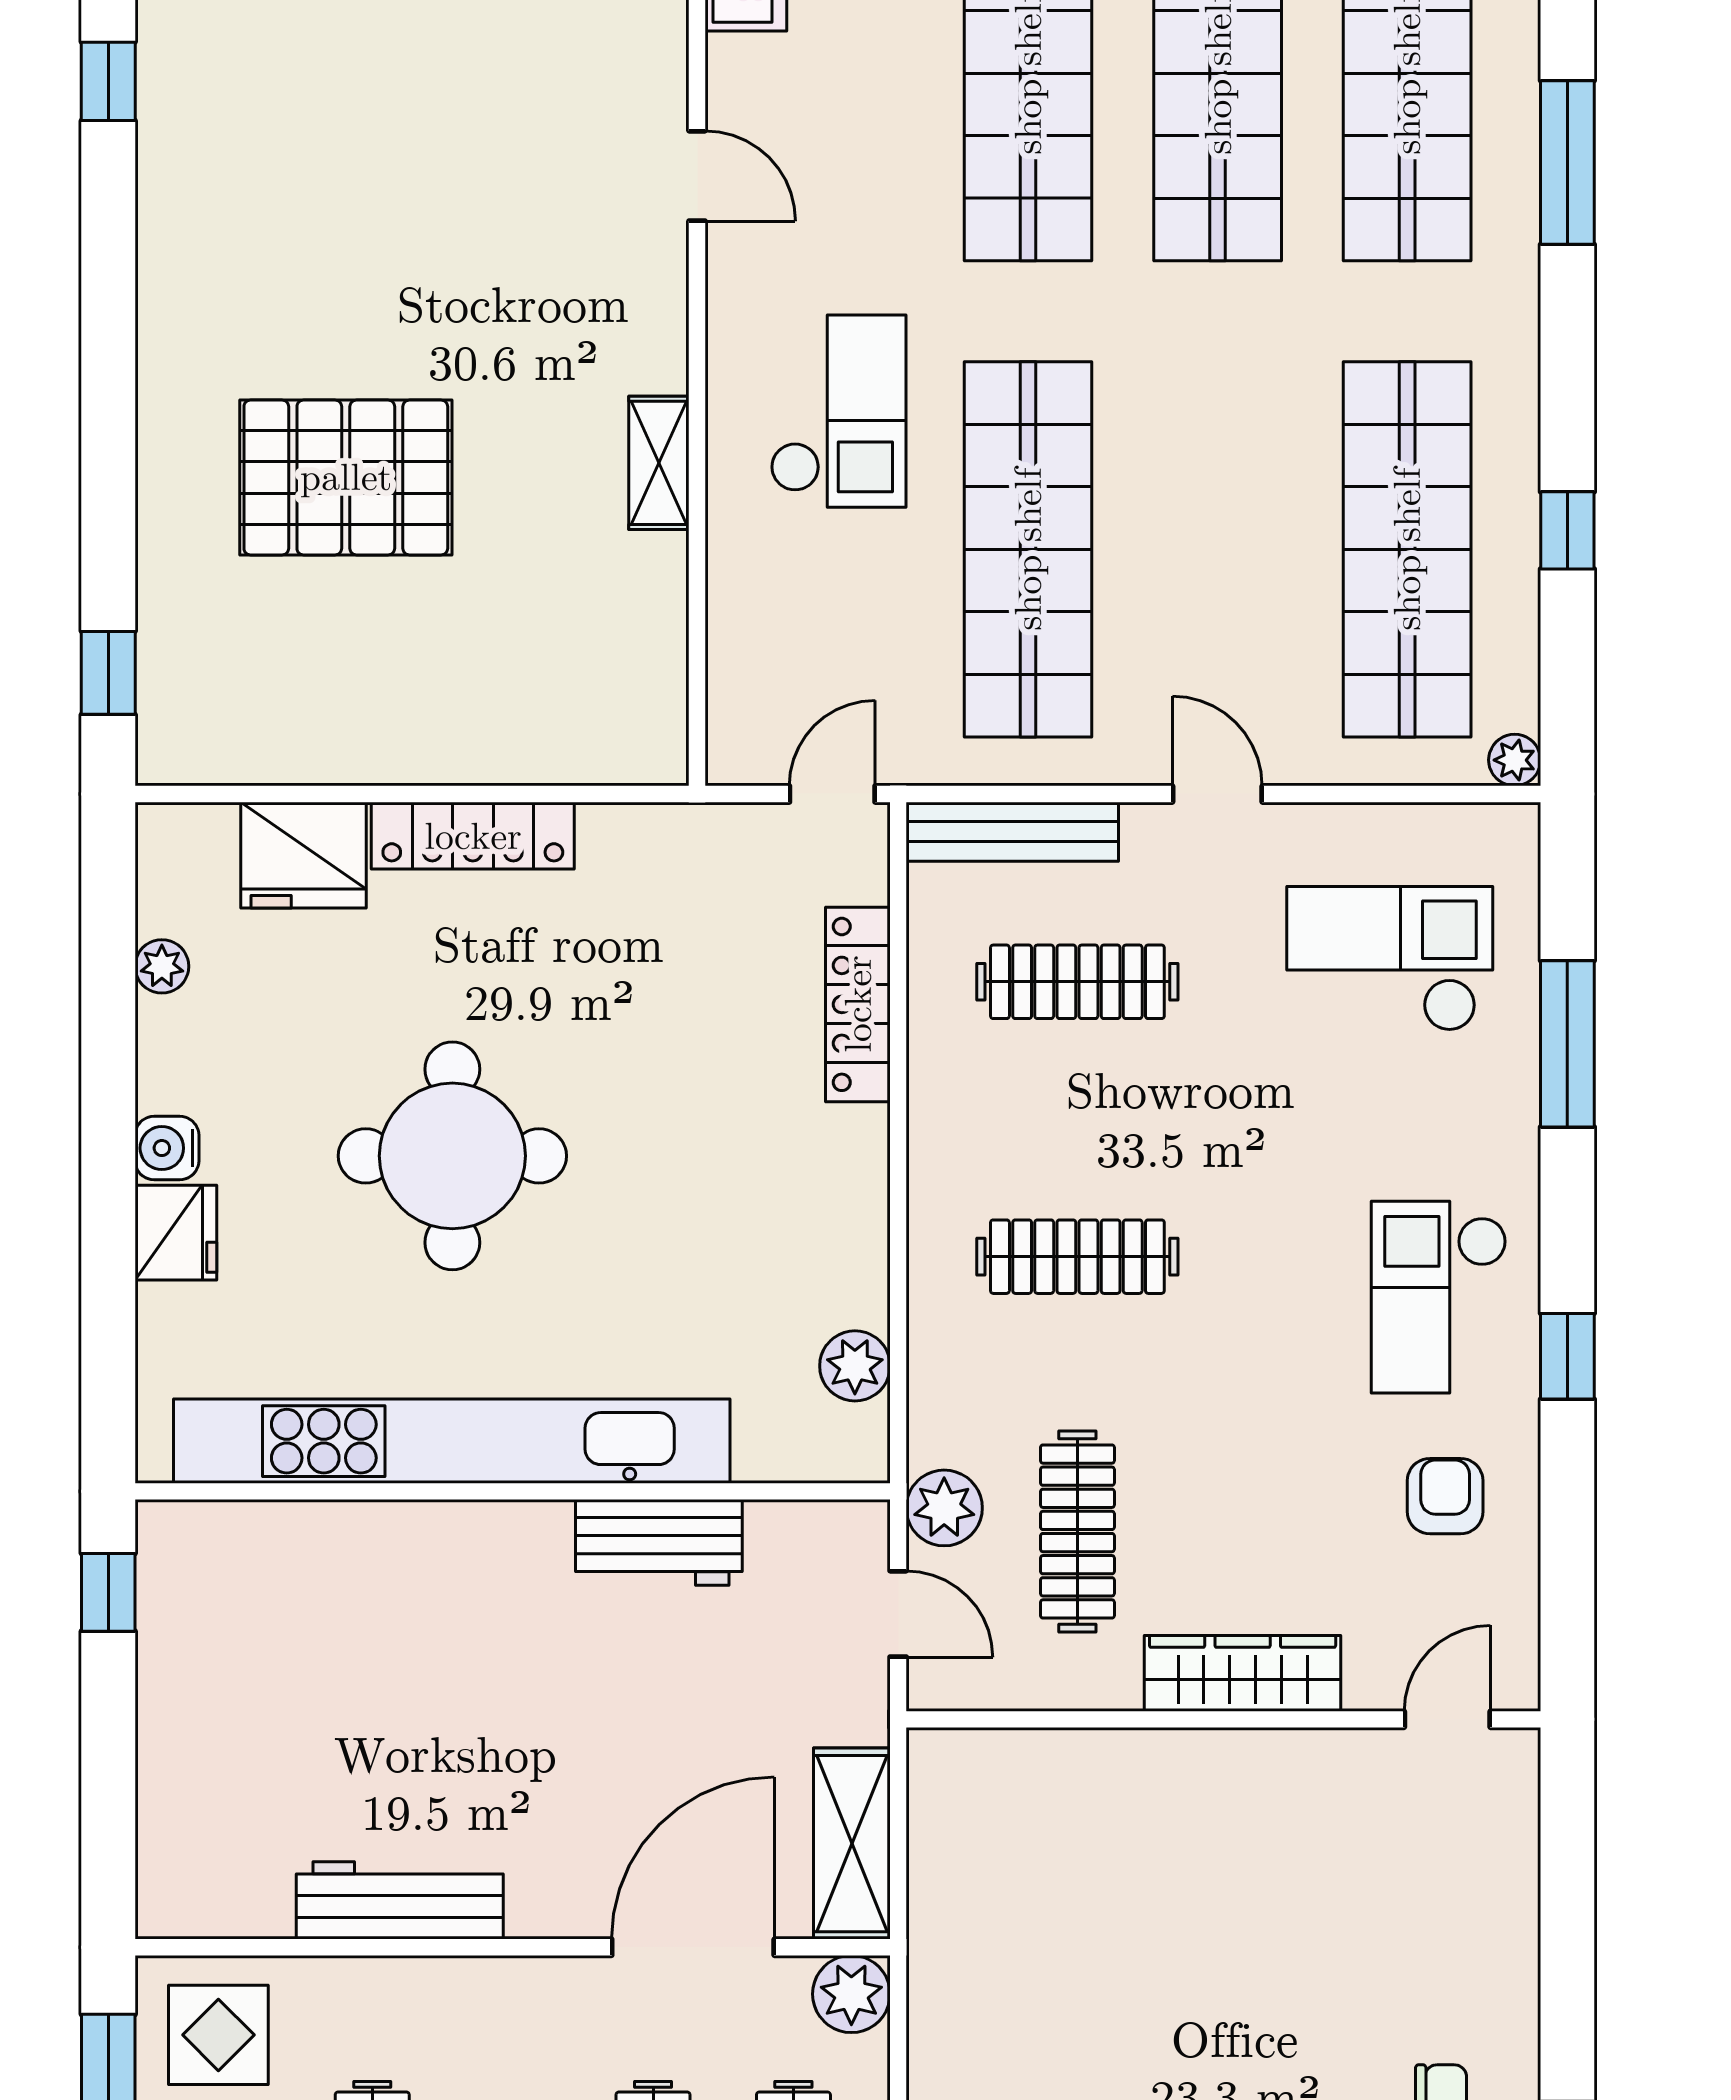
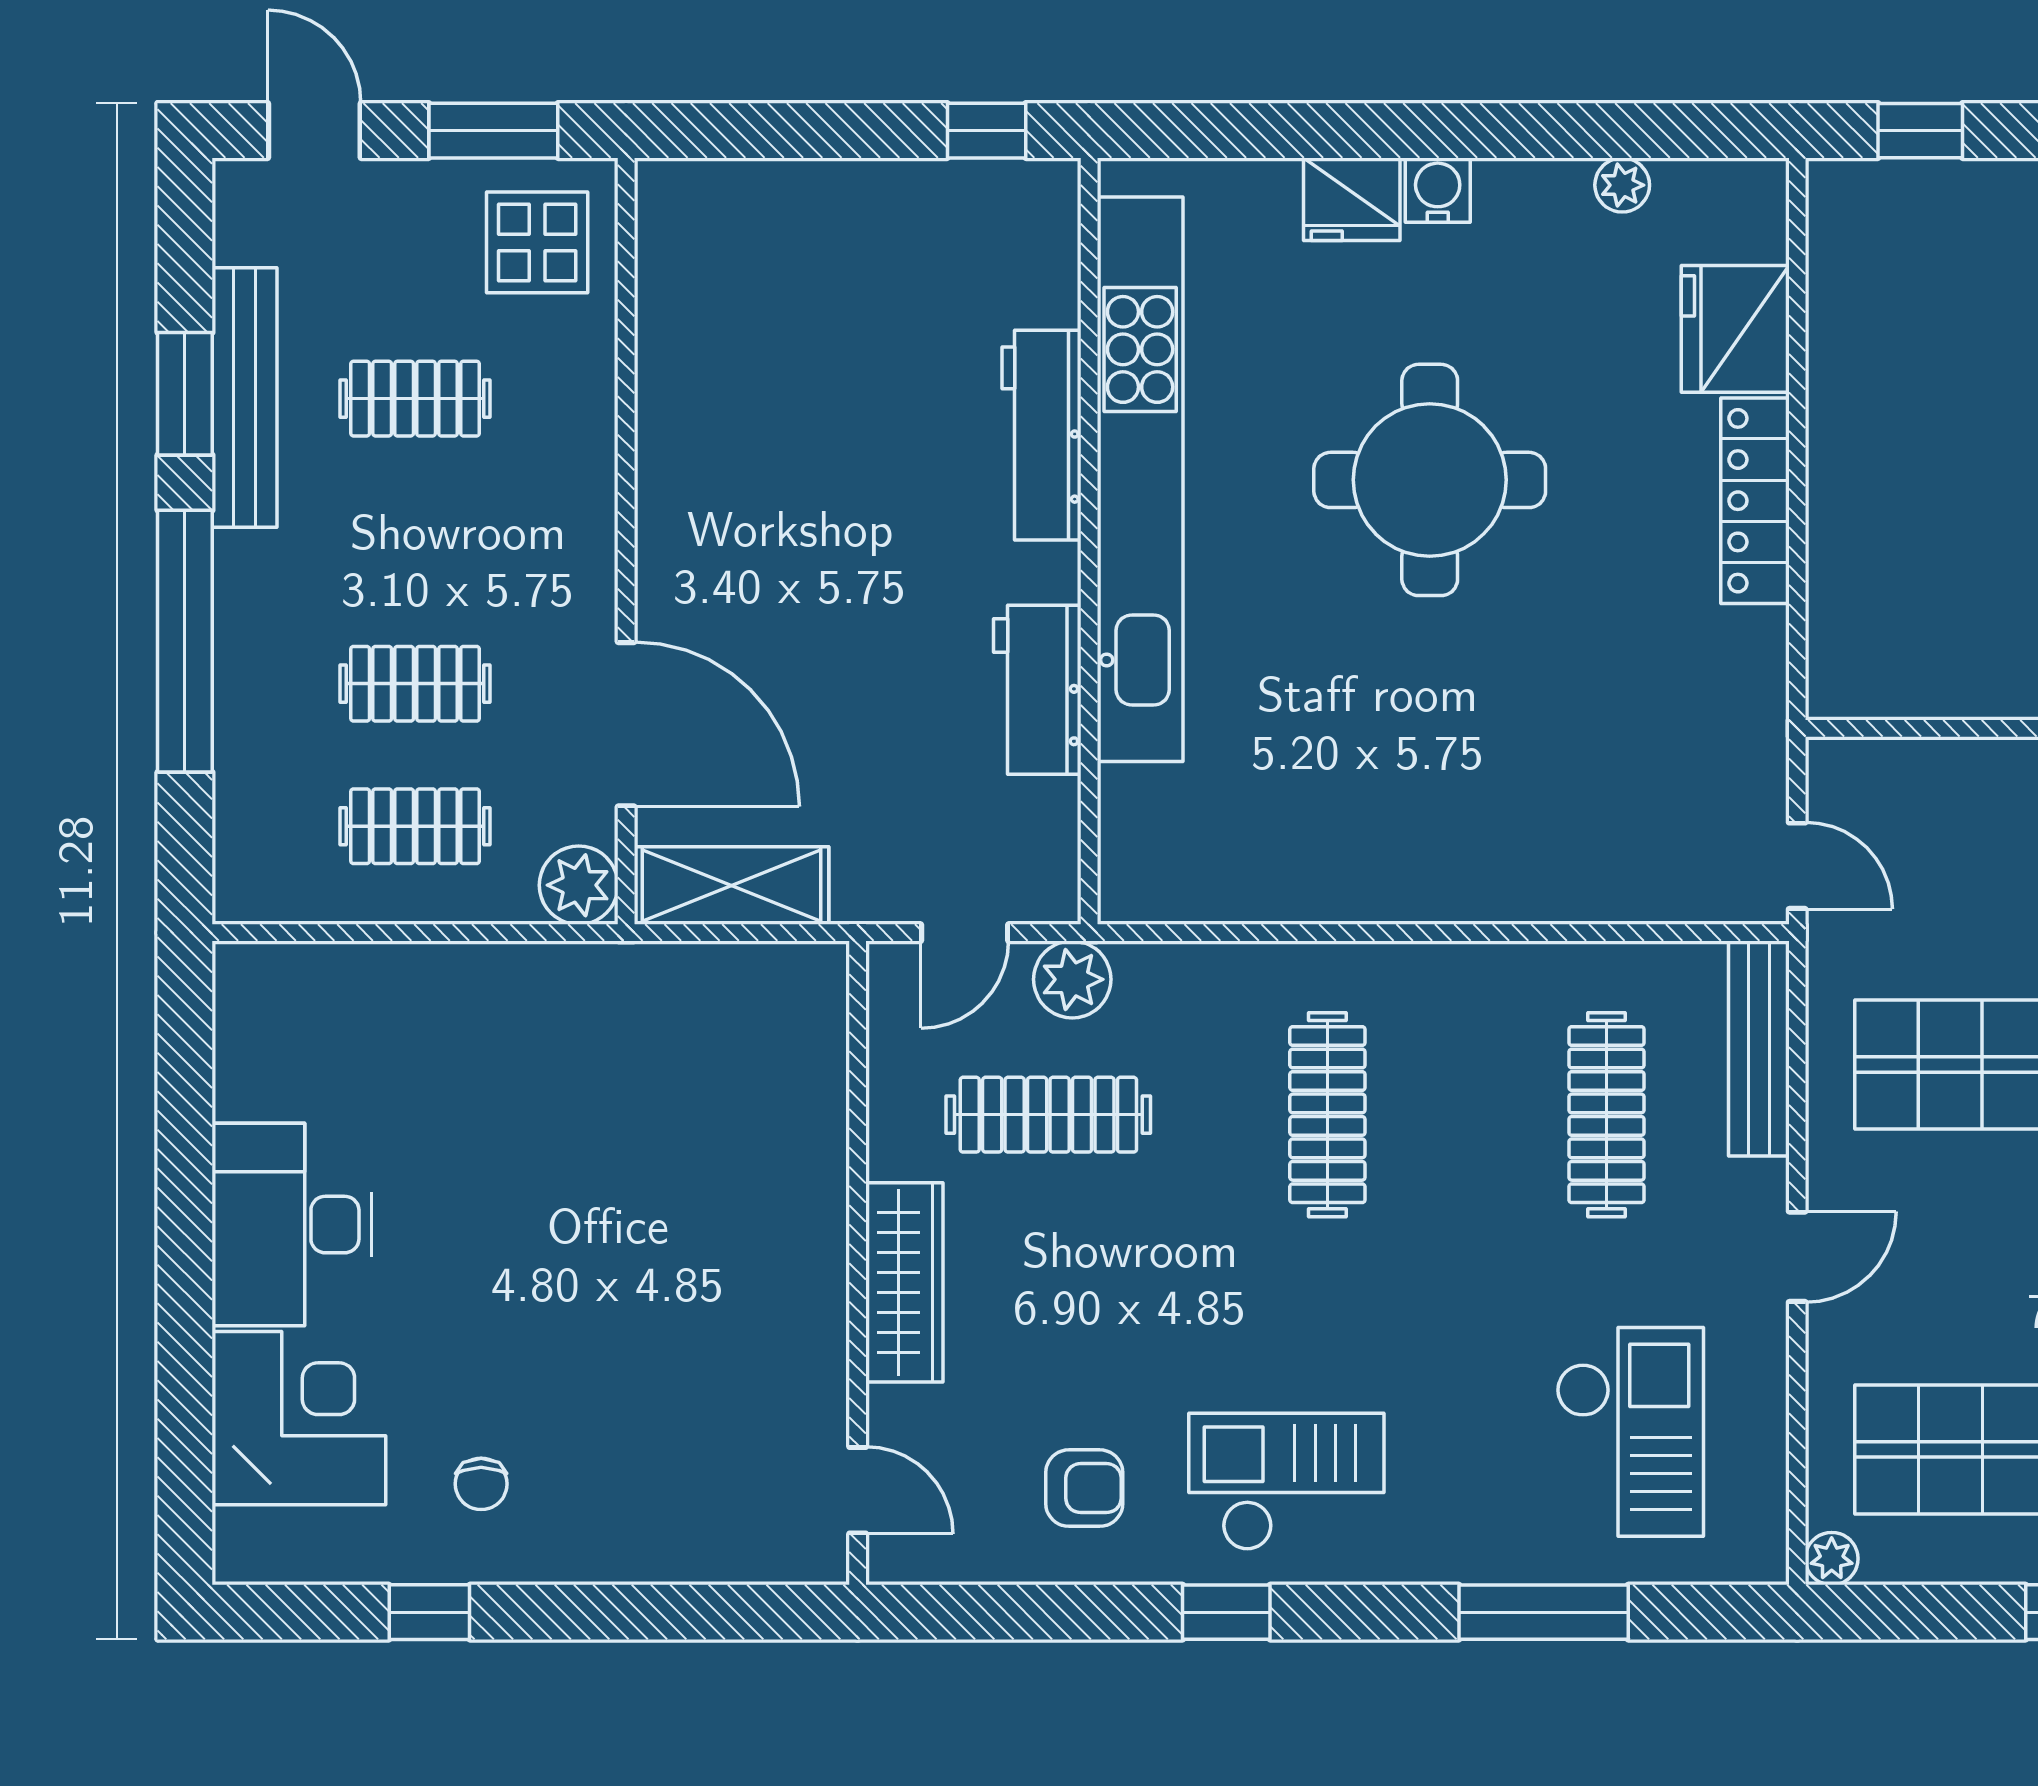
locker: (858, 1004) -> (1584, 892), removed
plant: (855, 1366) -> (1216, 889), removed
workbench: (400, 1900) -> (1042, 435), moved, turned 180

